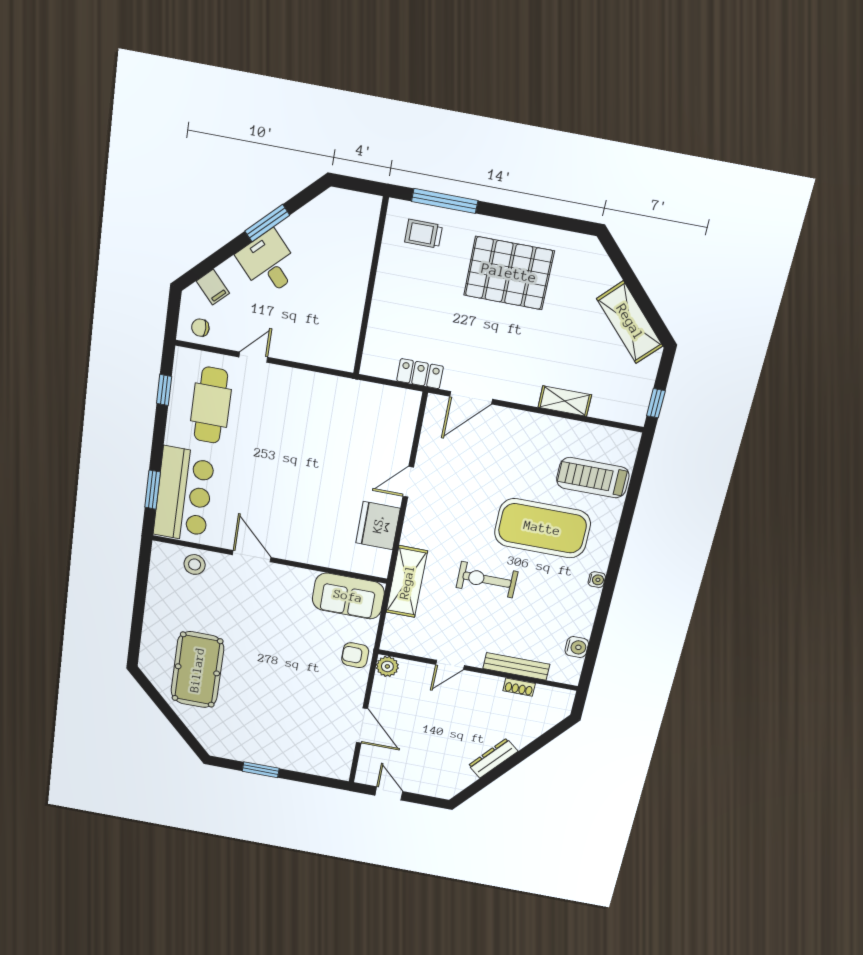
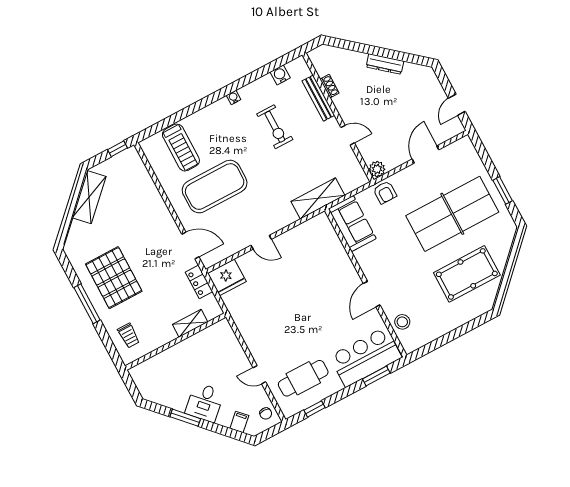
window: (445, 201) -> (87, 304), moved
shelving: (565, 401) -> (190, 323), moved, turned 90
fridge: (378, 526) -> (227, 277), moved
exercise mat: (542, 528) -> (215, 187), moved, turned 90
exercise bike: (487, 580) -> (275, 127), moved
table tennis table: (275, 704) -> (452, 214), added

